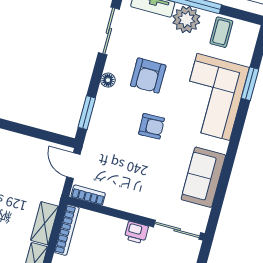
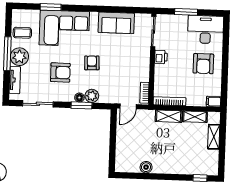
floor lamp: (108, 80) -> (79, 98), moved
window: (87, 113) -> (82, 105), moved
plant: (102, 115) -> (92, 96), added

